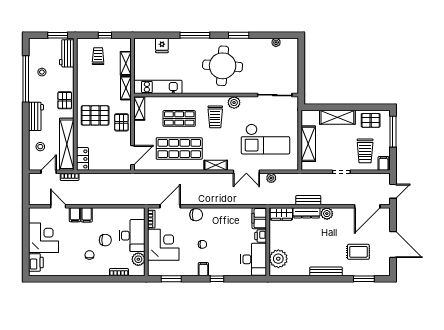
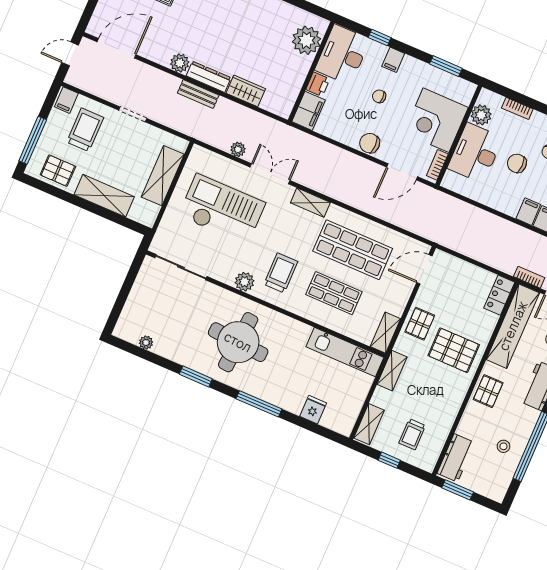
shelving: (126, 63) -> (369, 424), moved
filing cabinet: (259, 218) -> (309, 111), moved
printer: (261, 236) -> (318, 84), moved
wall: (268, 242) -> (311, 71), moved
desk: (254, 259) -> (342, 55), moved
plant: (278, 259) -> (306, 40), moved

